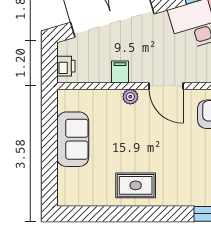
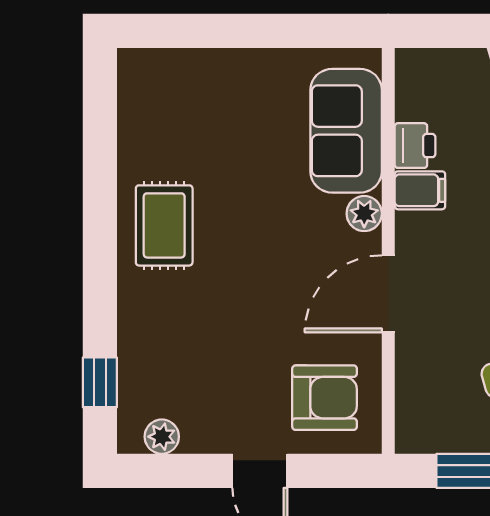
printer: (66, 66) -> (415, 146), moved, turned -90
sofa: (73, 139) -> (346, 131), moved, turned 90

